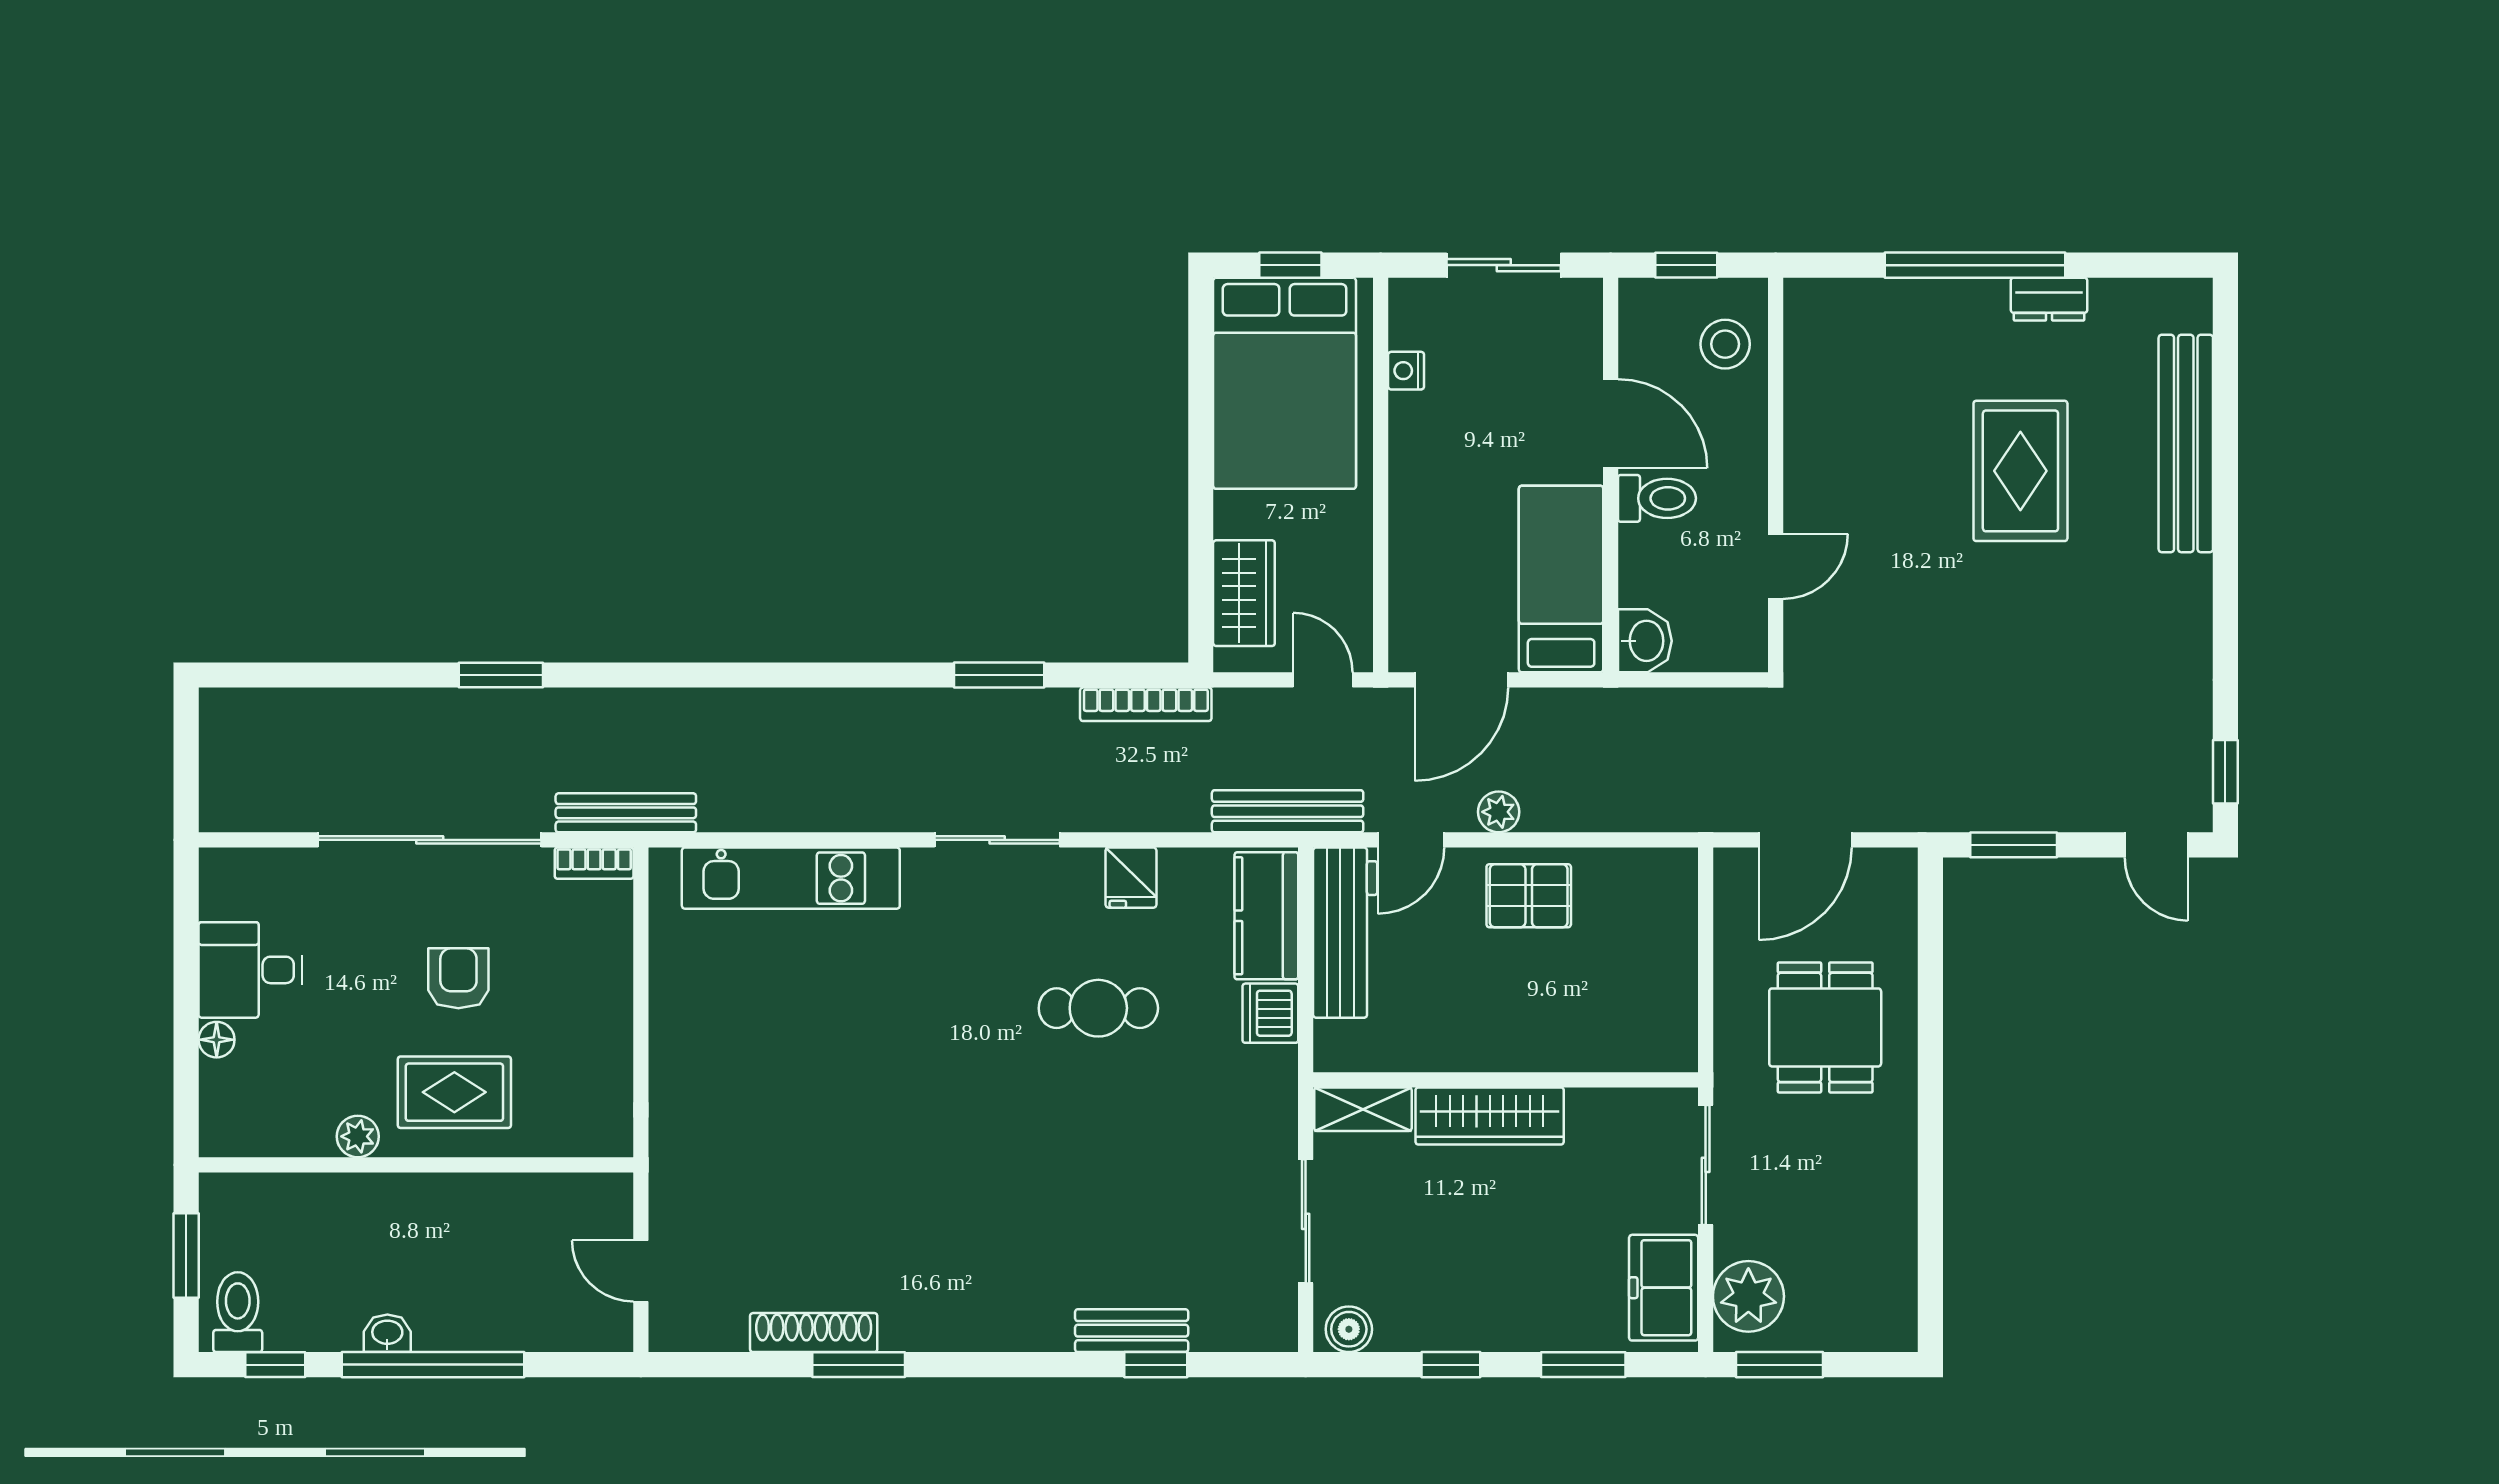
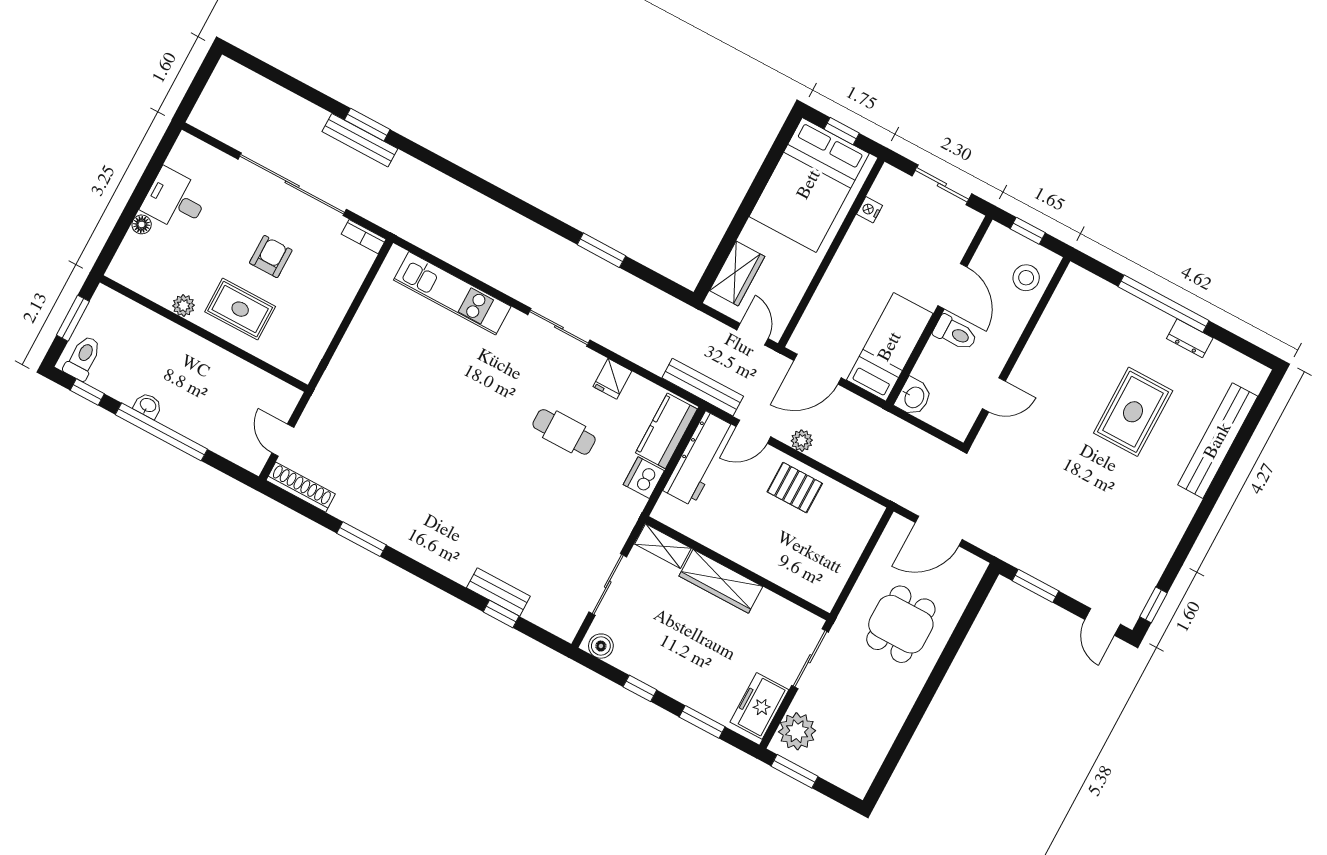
bookcase: (1146, 704) -> (663, 301), removed
bench: (626, 813) -> (360, 140), moved
shoe rack: (814, 1333) -> (301, 487), moved

